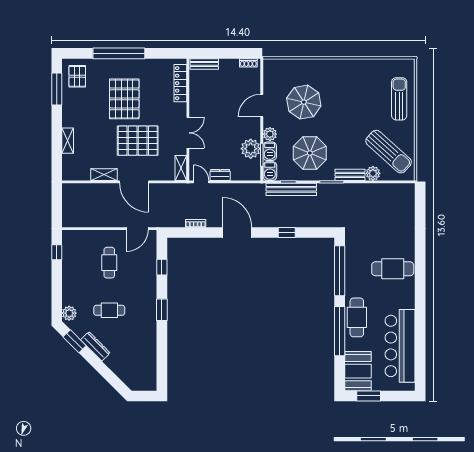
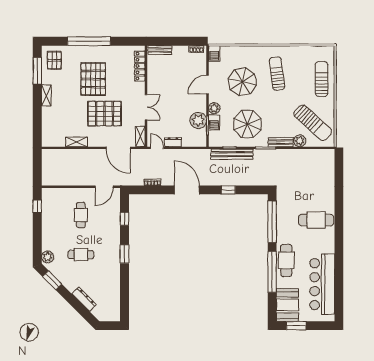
sun lounger: (345, 92) -> (277, 74), added
shelving: (68, 141) -> (46, 95), moved
barbecue: (270, 171) -> (214, 53), moved
door: (134, 182) -> (118, 148), moved
dresser: (95, 346) -> (84, 299), moved

